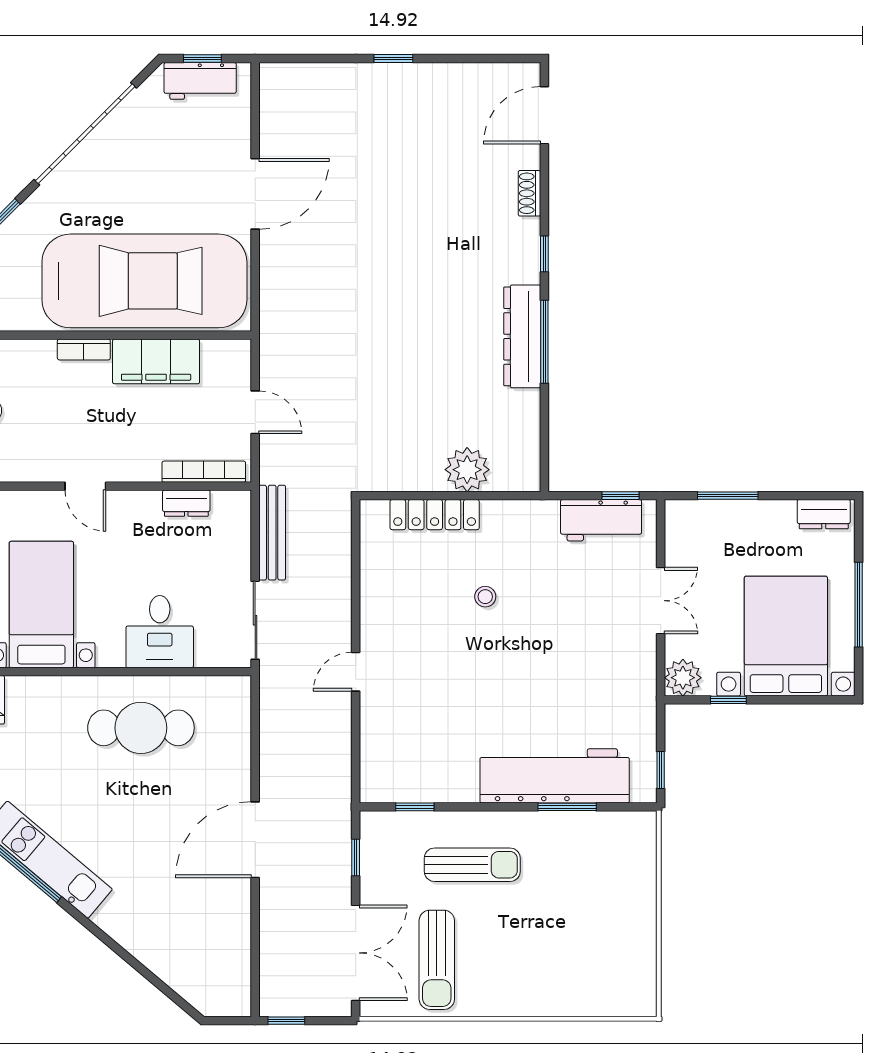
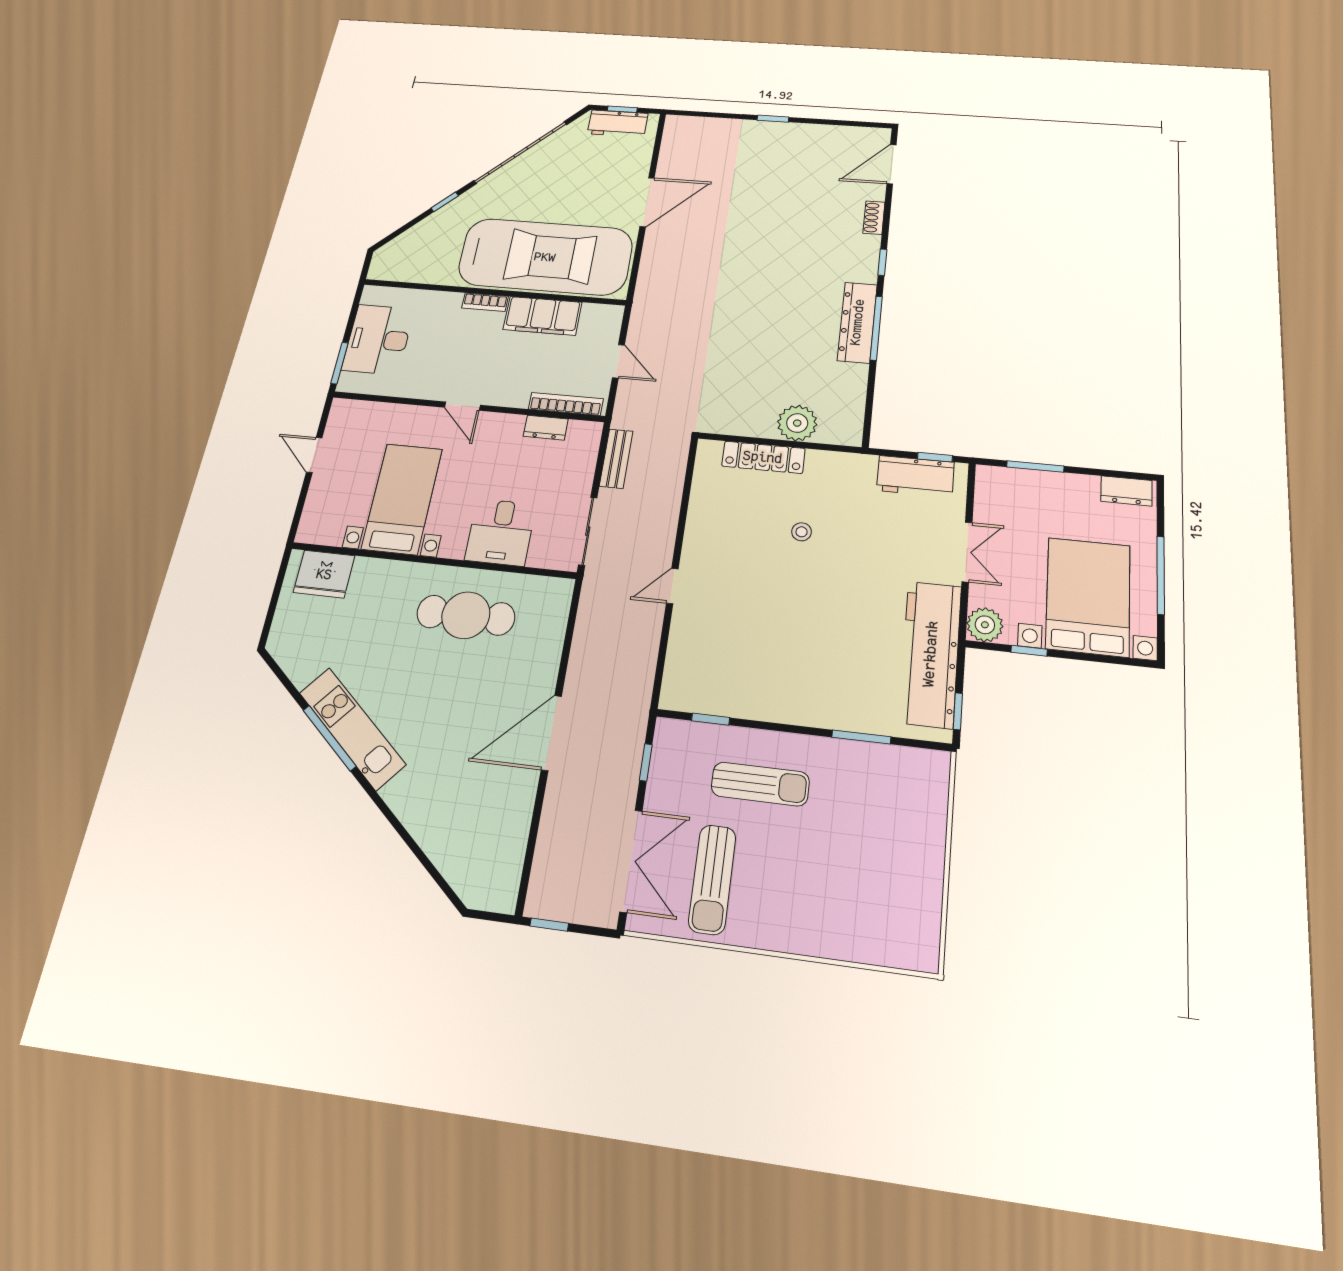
bench: (272, 533) -> (616, 459), width x0.73
workbench: (555, 776) -> (930, 654), moved, turned -90

